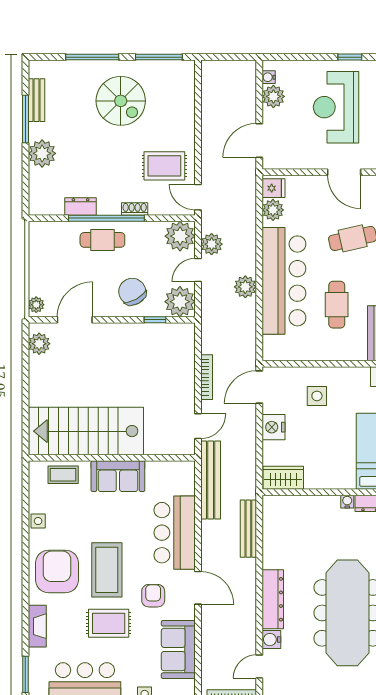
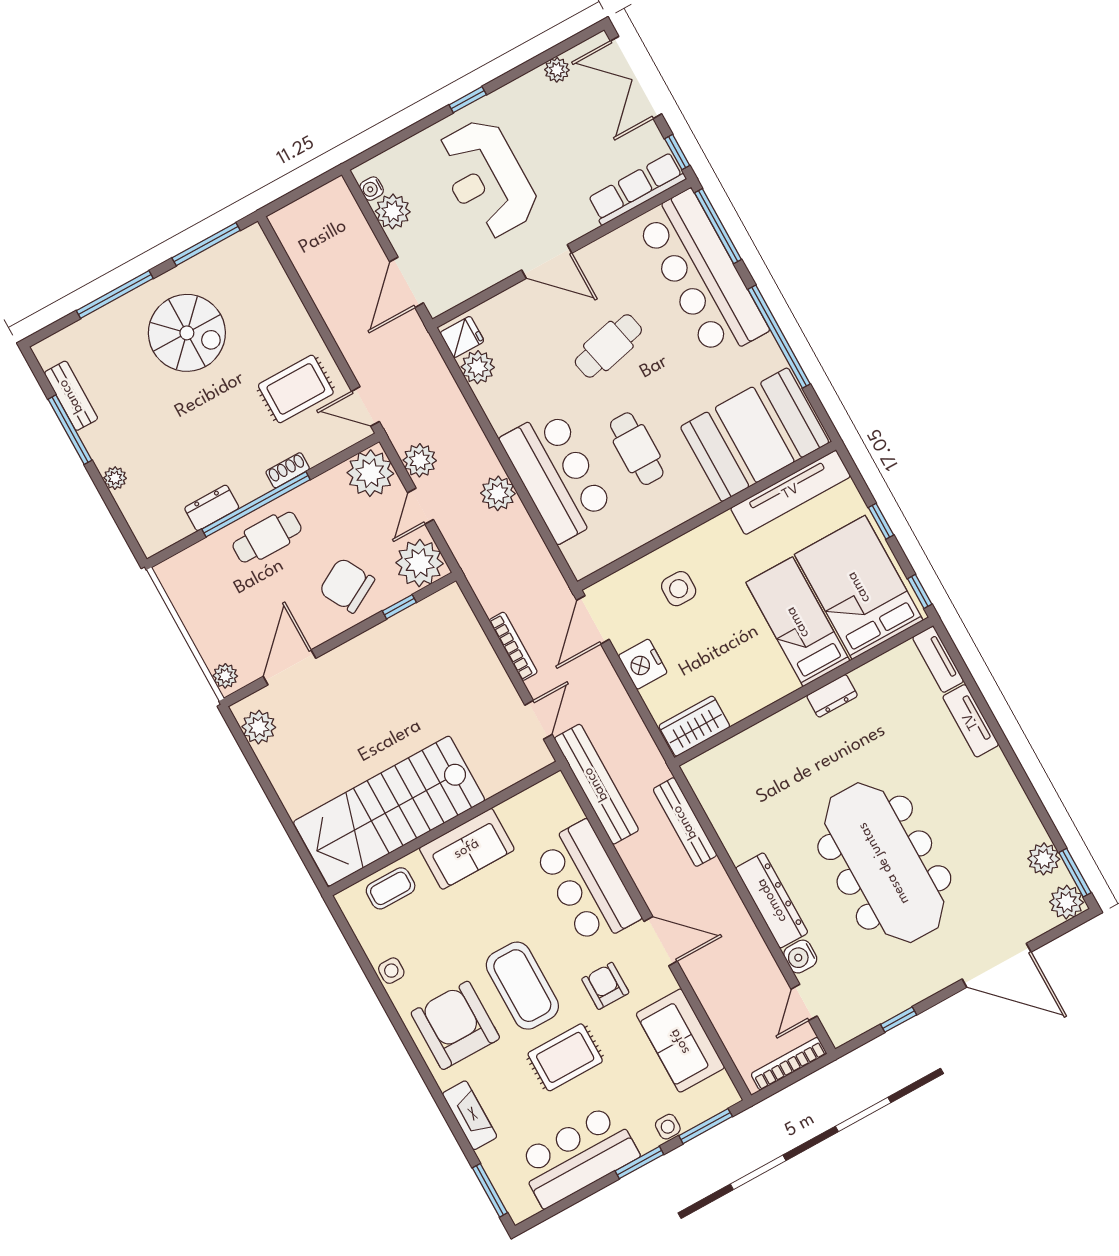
plant: (42, 153) -> (115, 478), width x0.53, depth x0.53
bar counter: (284, 281) -> (557, 476), width x0.73
water cooler: (347, 502) -> (800, 710), removed

